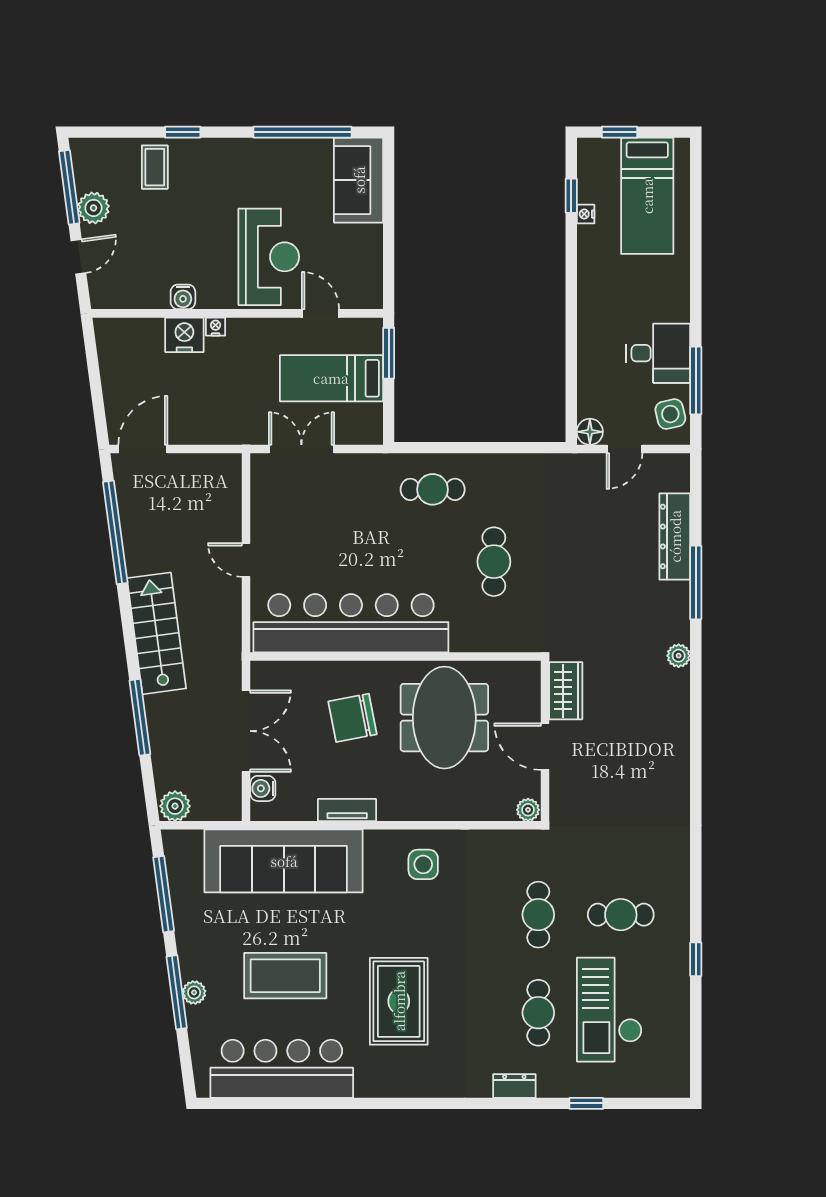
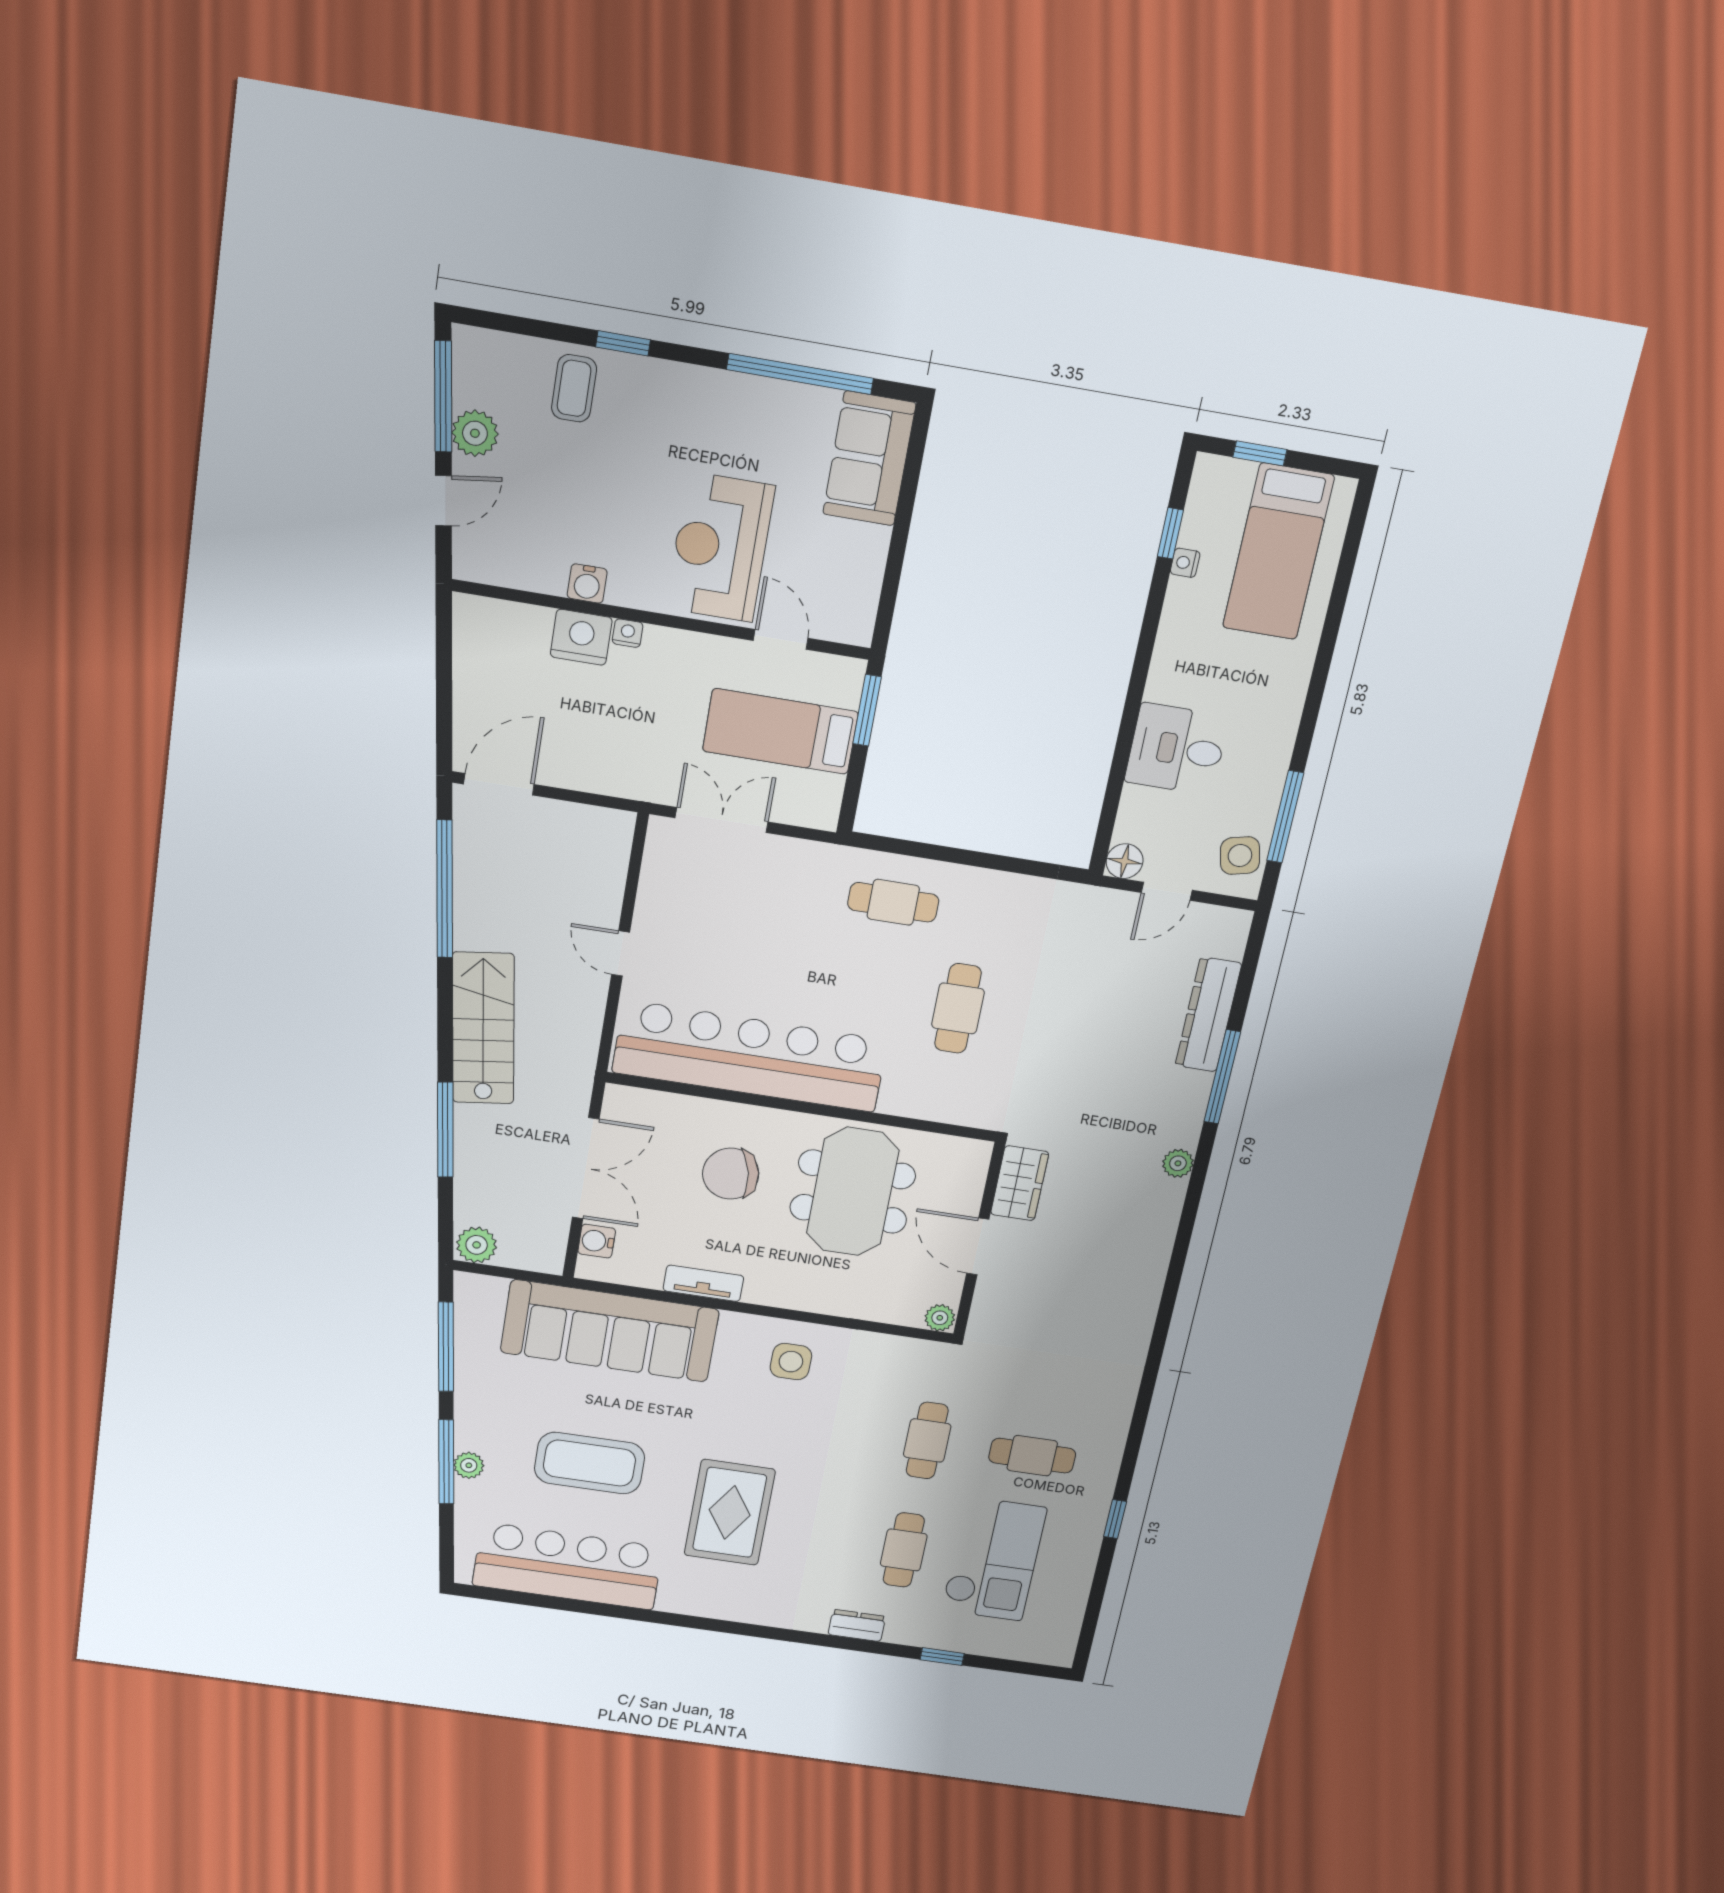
reception desk: (269, 257) -> (720, 547), turned 180
desk: (658, 353) -> (1177, 749), moved, turned 180
checkout: (609, 1010) -> (994, 1559), turned 180

